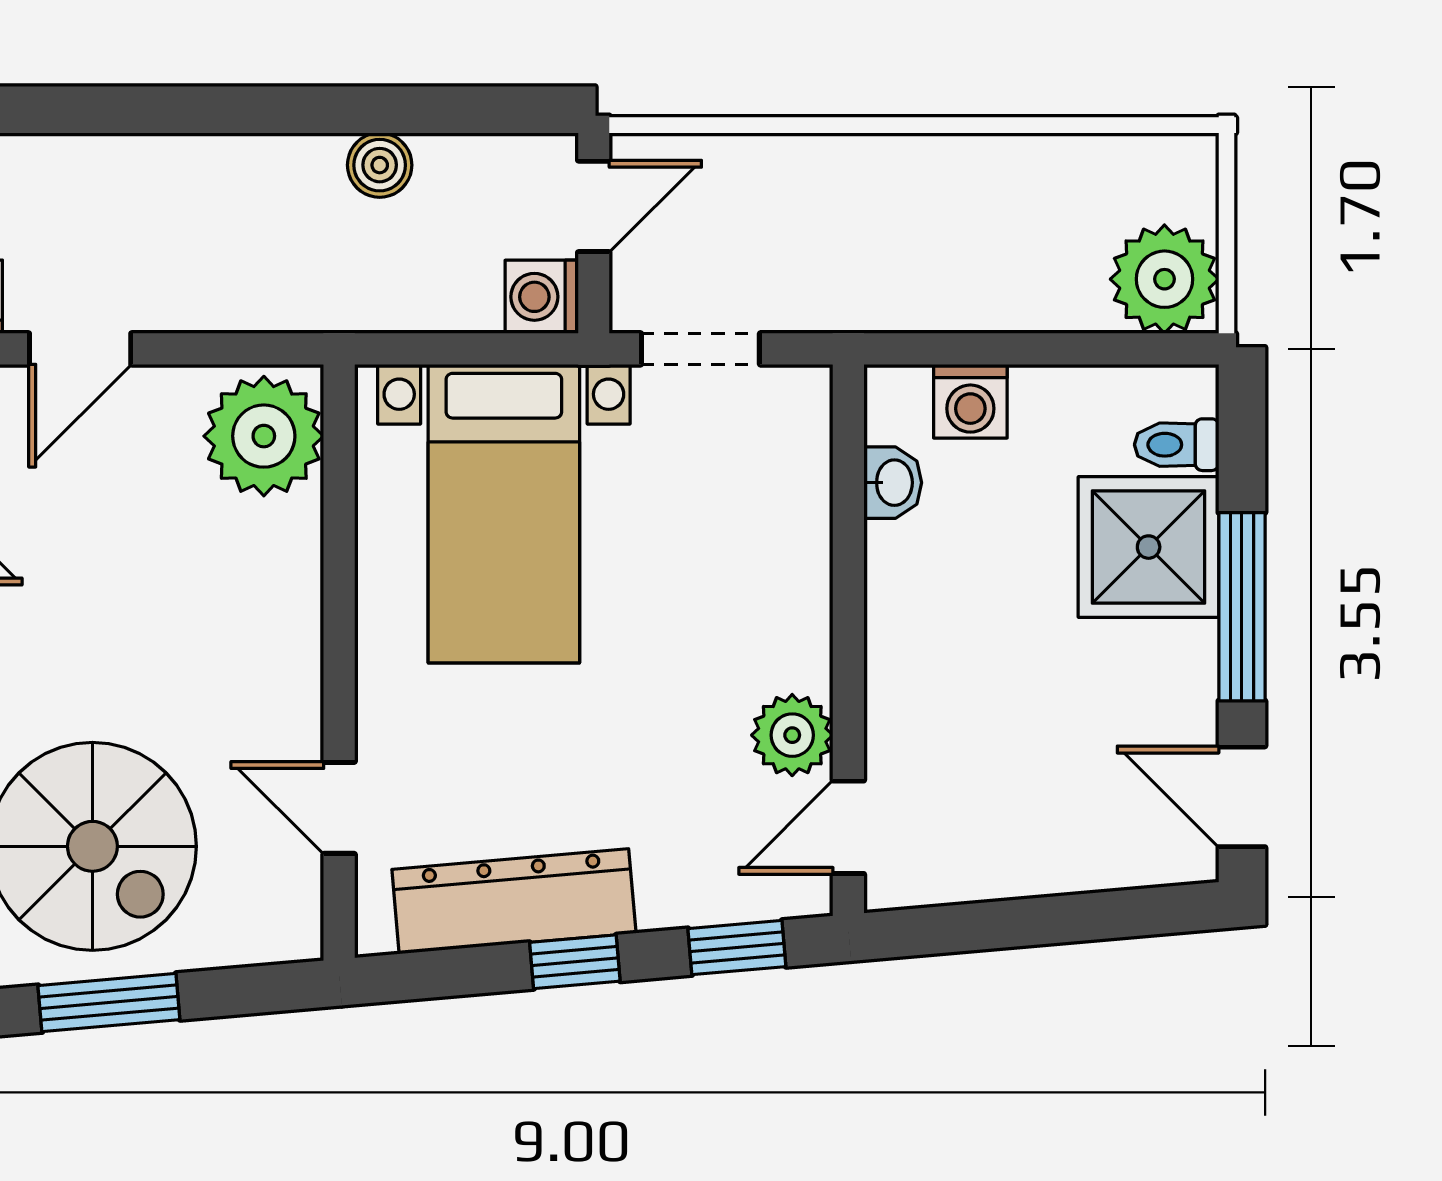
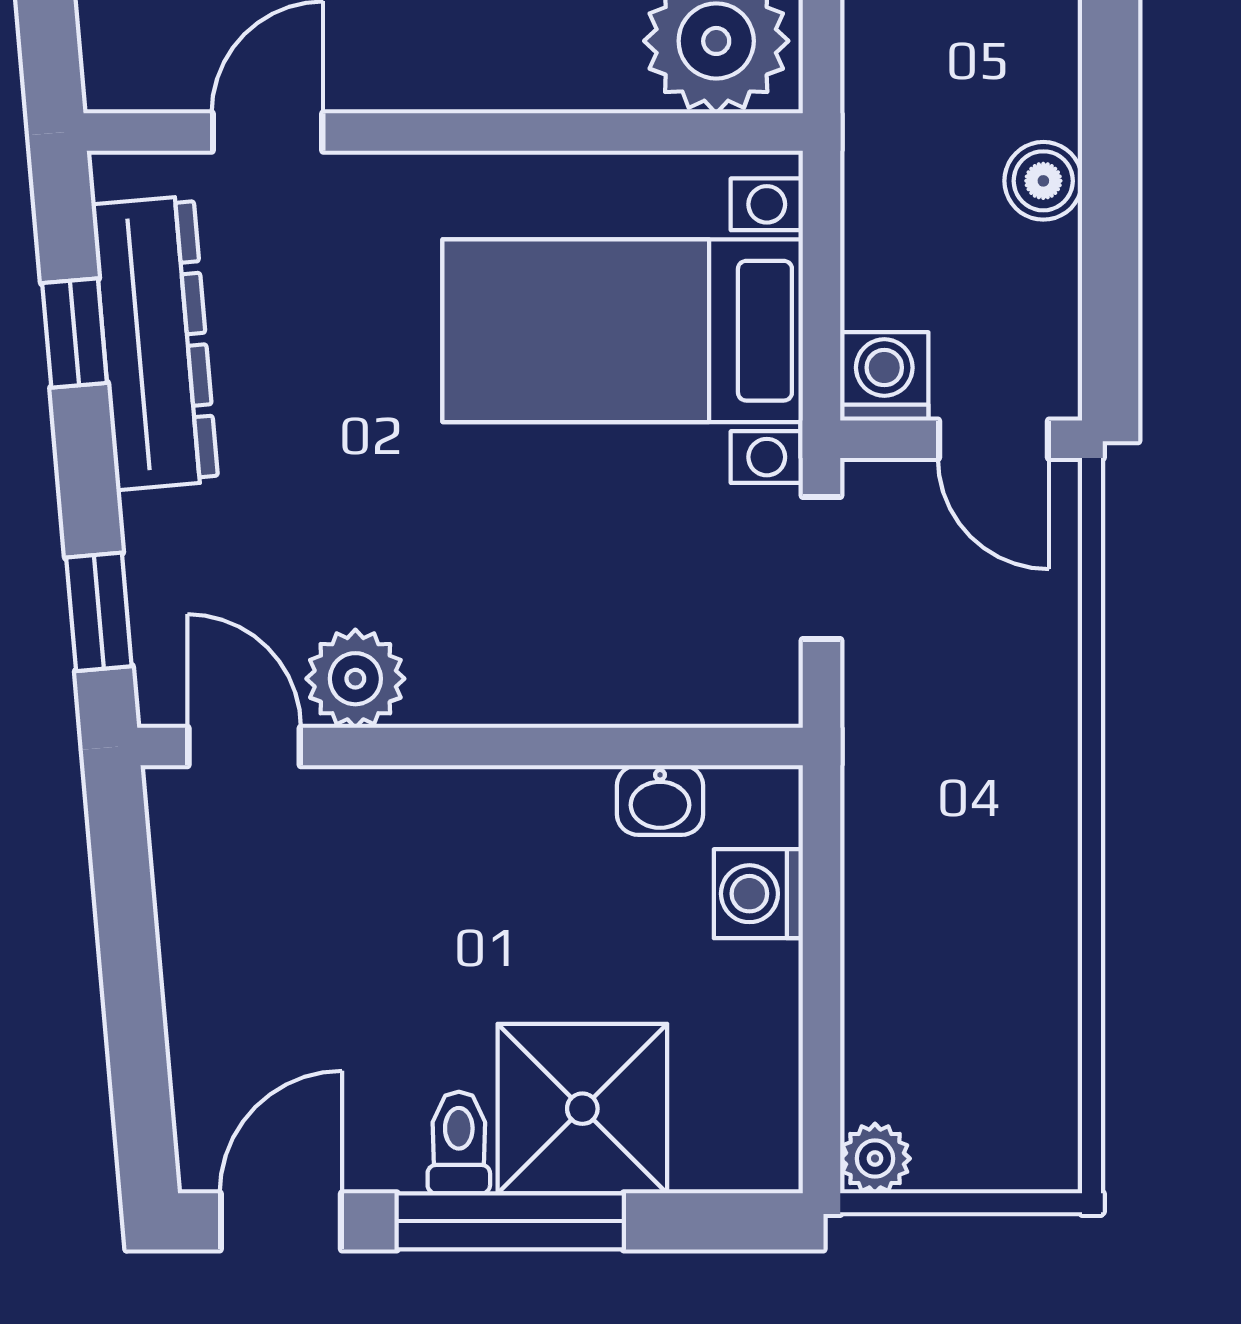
plant: (1164, 279) -> (875, 1159), width x0.53, depth x0.53
toilet: (1177, 445) -> (459, 1143), moved
window: (575, 962) -> (75, 333), moved

